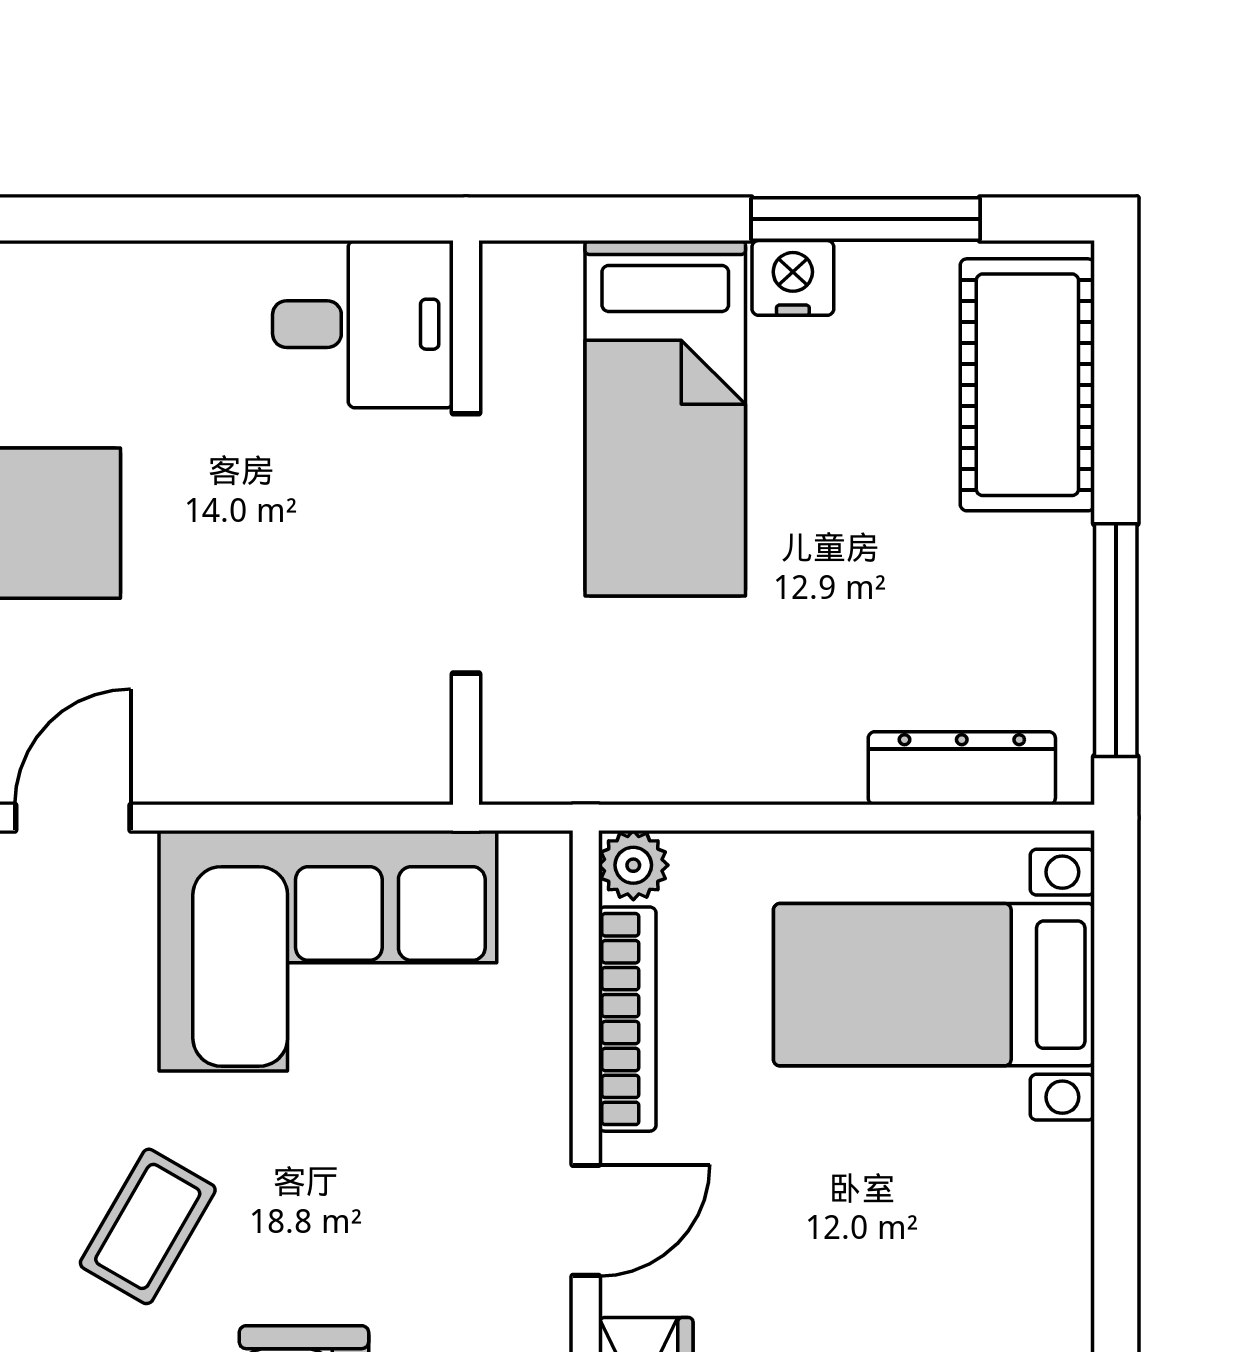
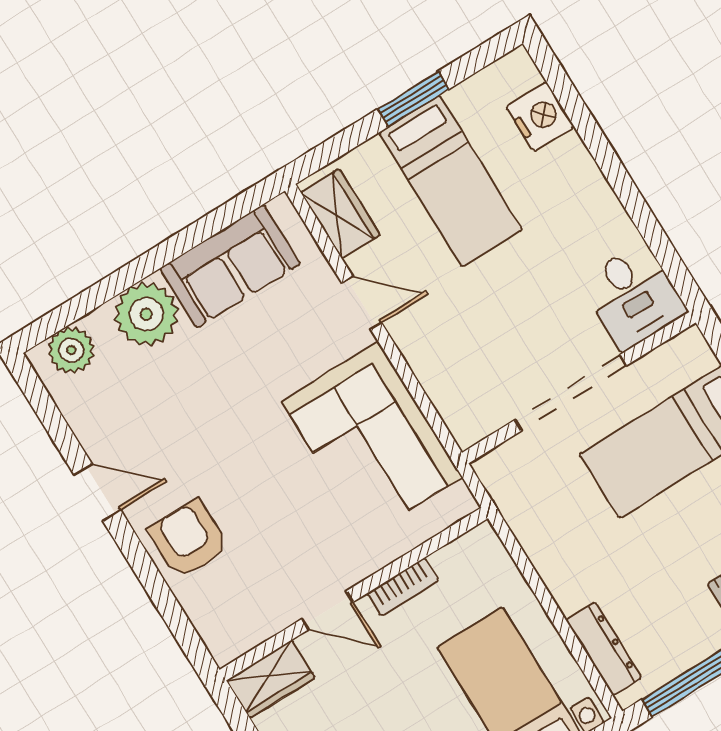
plant: (633, 865) -> (483, 541), removed
bookcase: (627, 1019) -> (403, 587), width x0.64
coffee table: (148, 1226) -> (216, 435), removed

